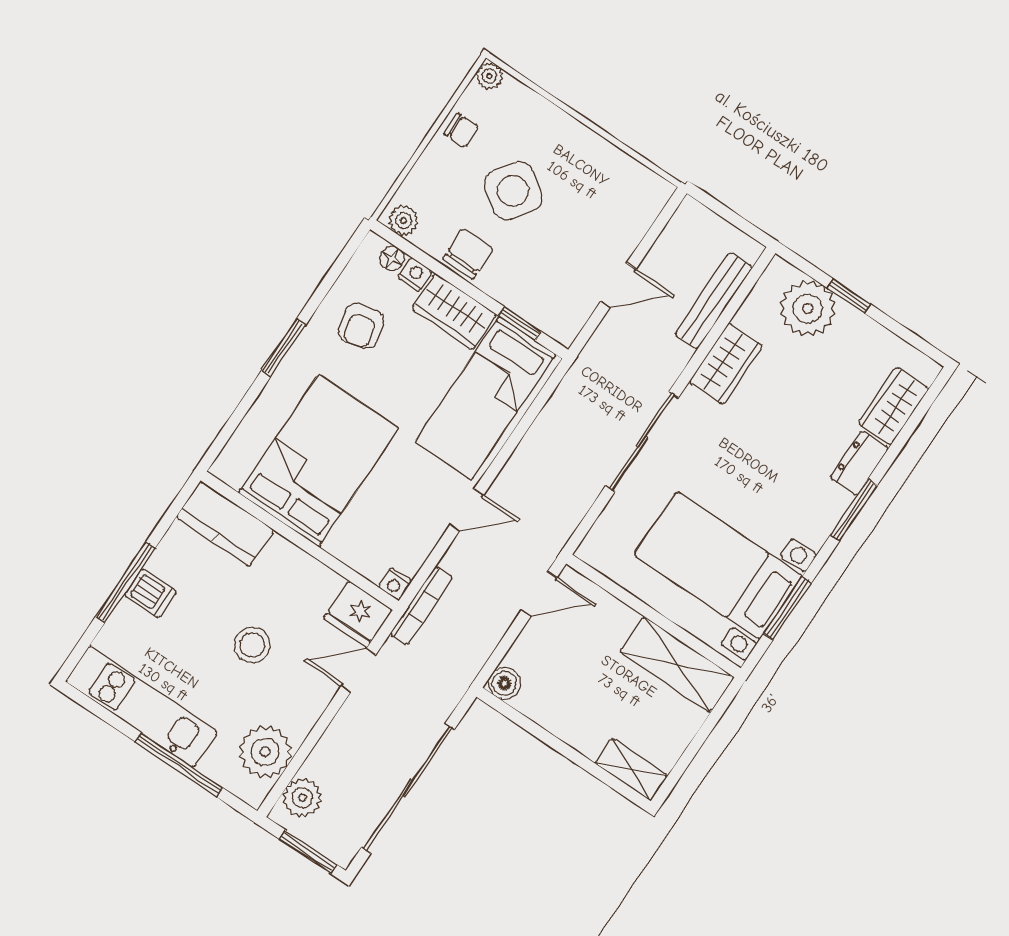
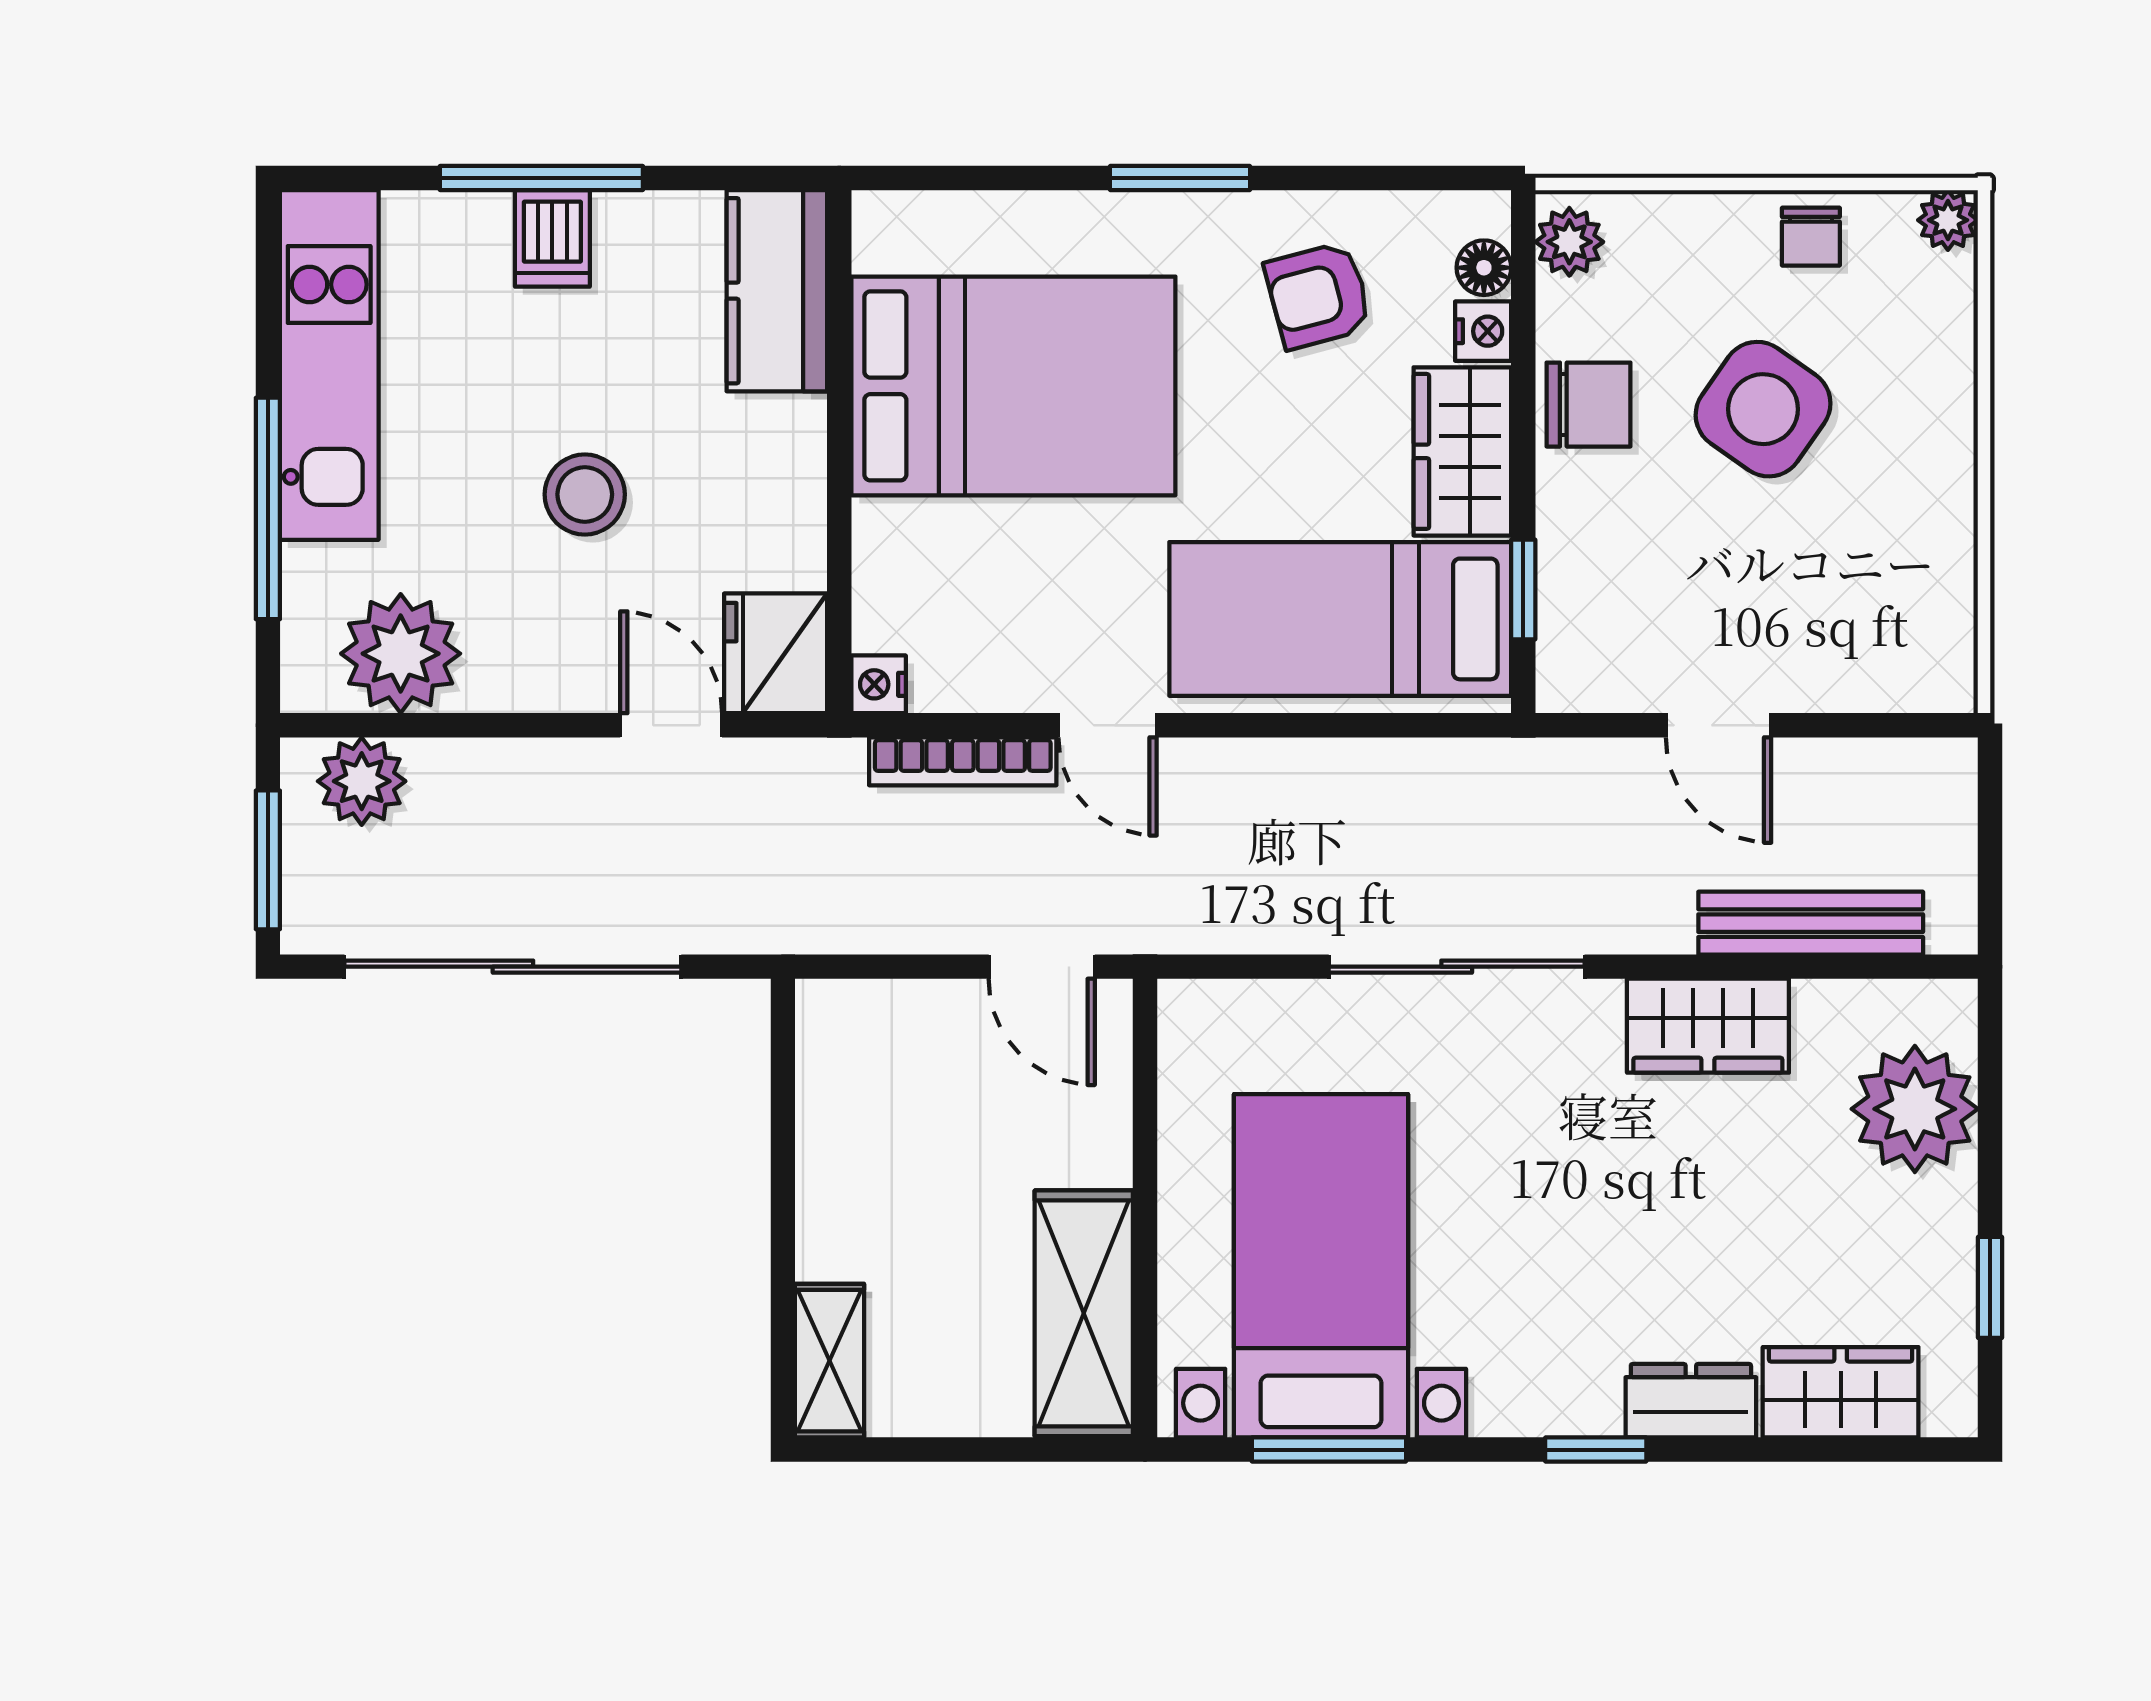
window: (849, 296) -> (1990, 1287), moved
window: (854, 510) -> (1596, 1450), width x0.67
bookcase: (421, 606) -> (963, 761), moved
boiler: (504, 683) -> (831, 1014), removed

